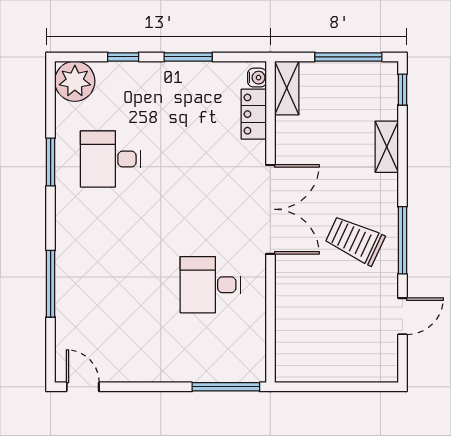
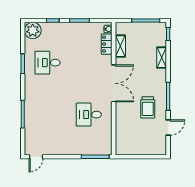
shelving: (287, 88) -> (120, 46), moved
trolley: (355, 240) -> (148, 107), moved, turned -115
door: (83, 387) -> (36, 157), swing flipped

